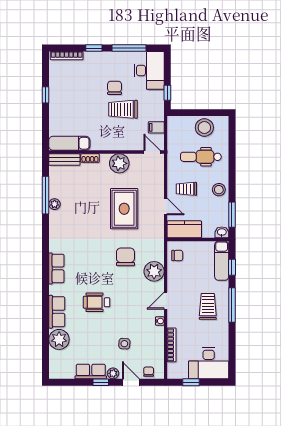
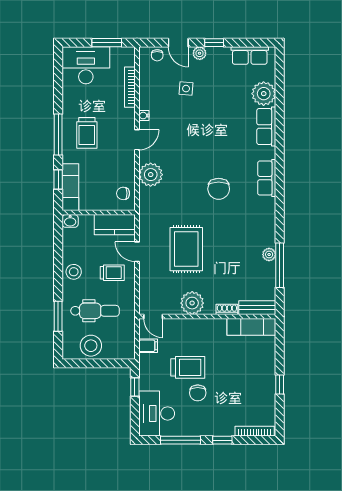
window: (232, 215) -> (58, 316), moved
chair: (125, 257) -> (219, 189), moved
wheelchair: (97, 302) -> (219, 138), removed
row of seats: (91, 372) -> (250, 55), moved
window: (191, 382) -> (107, 43), width x1.50

